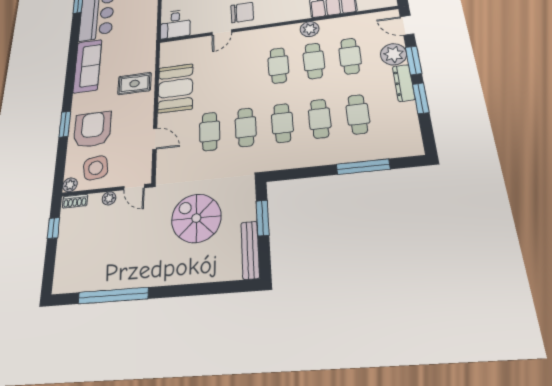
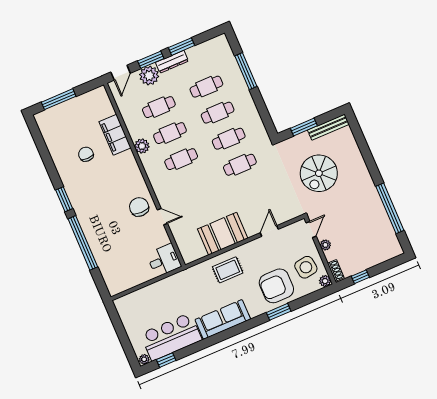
rug: (135, 84) -> (228, 270), turned 90
cafe table: (210, 131) -> (251, 191), removed

